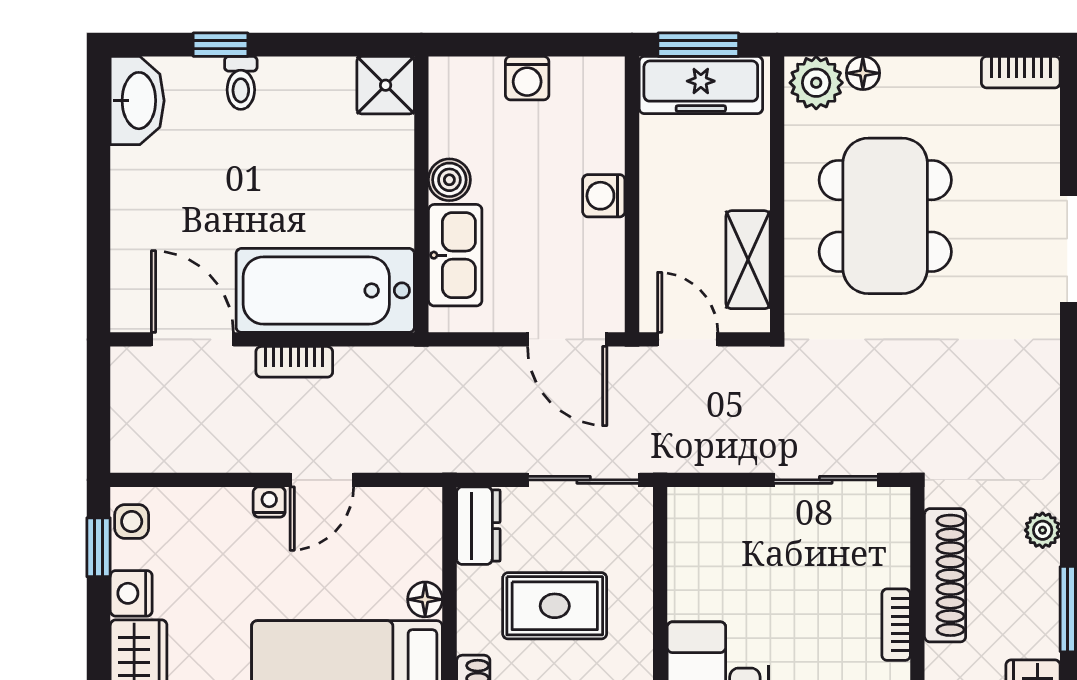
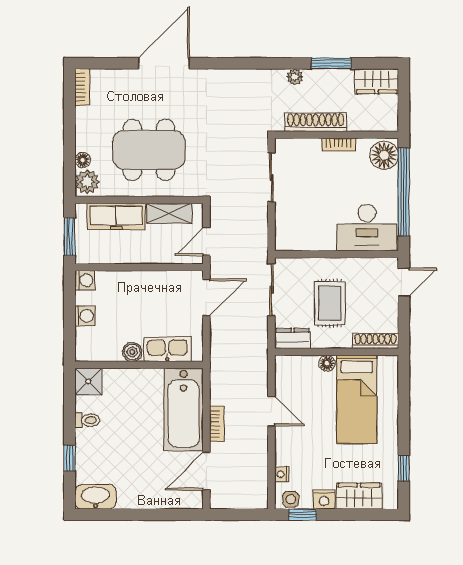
toilet: (241, 83) -> (87, 420), moved
freezer: (701, 85) -> (116, 217), moved, turned 90
washing machine: (604, 196) -> (85, 280), moved, turned -90
nightstand: (269, 502) -> (282, 474), moved

